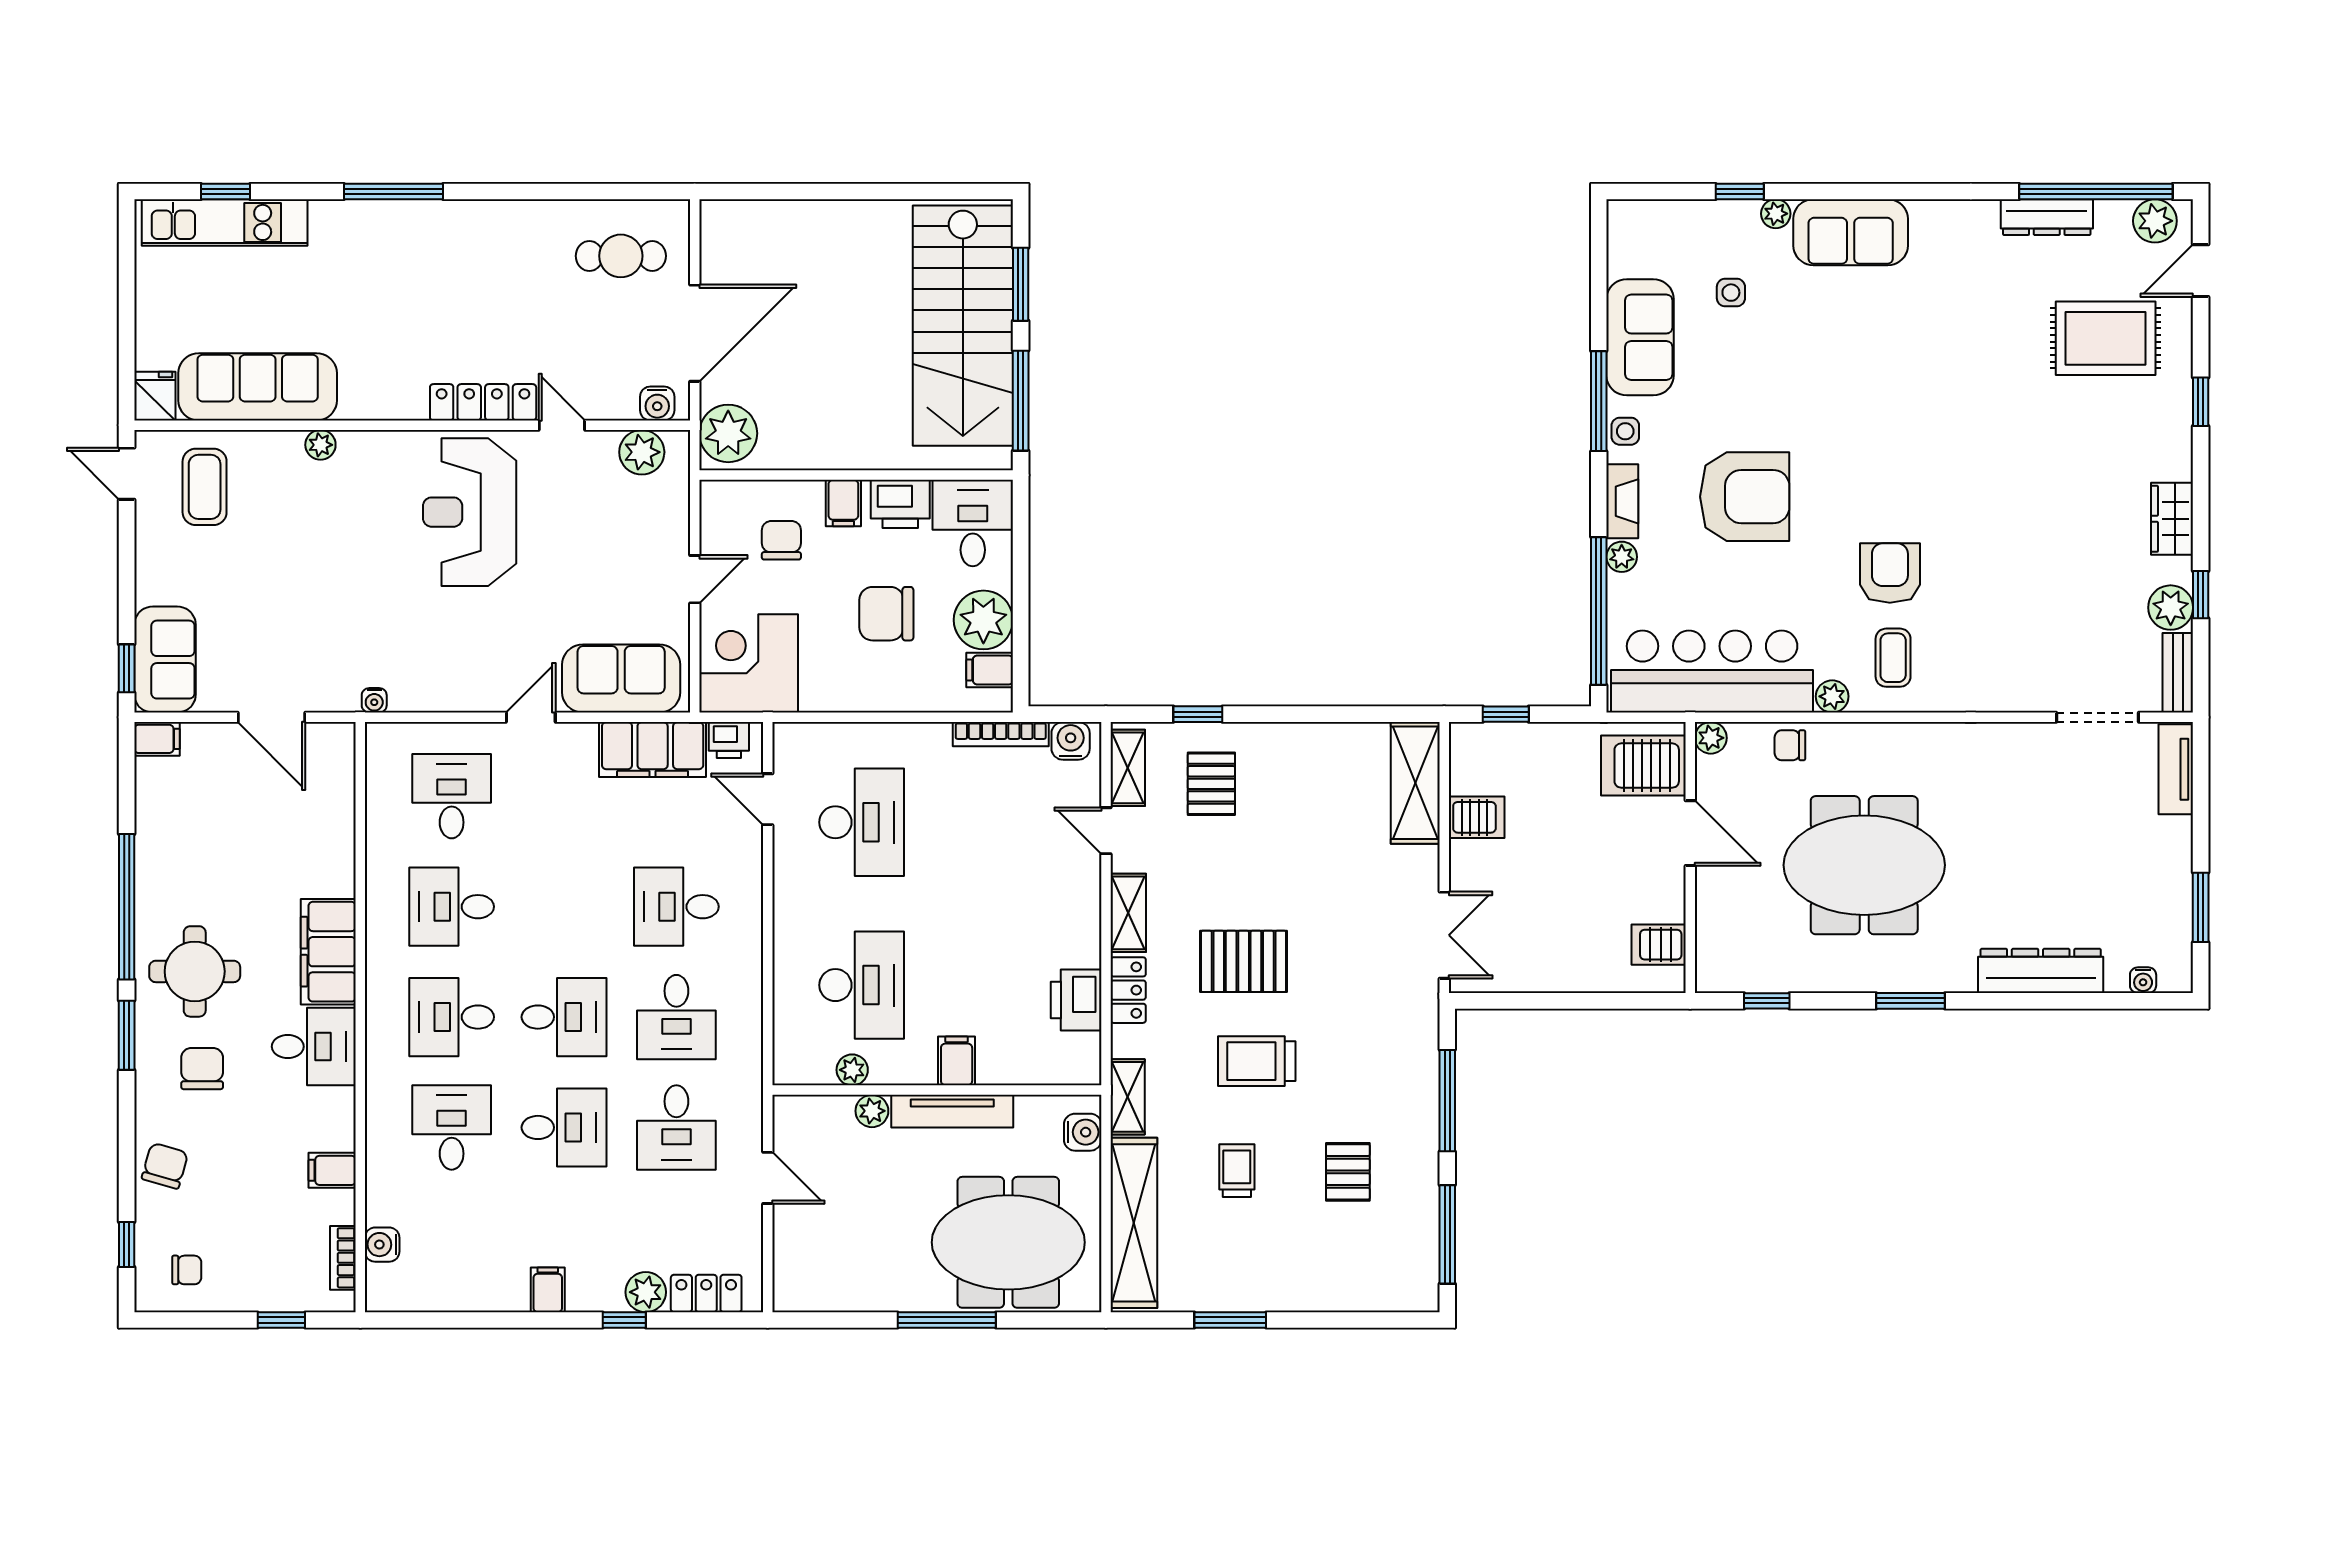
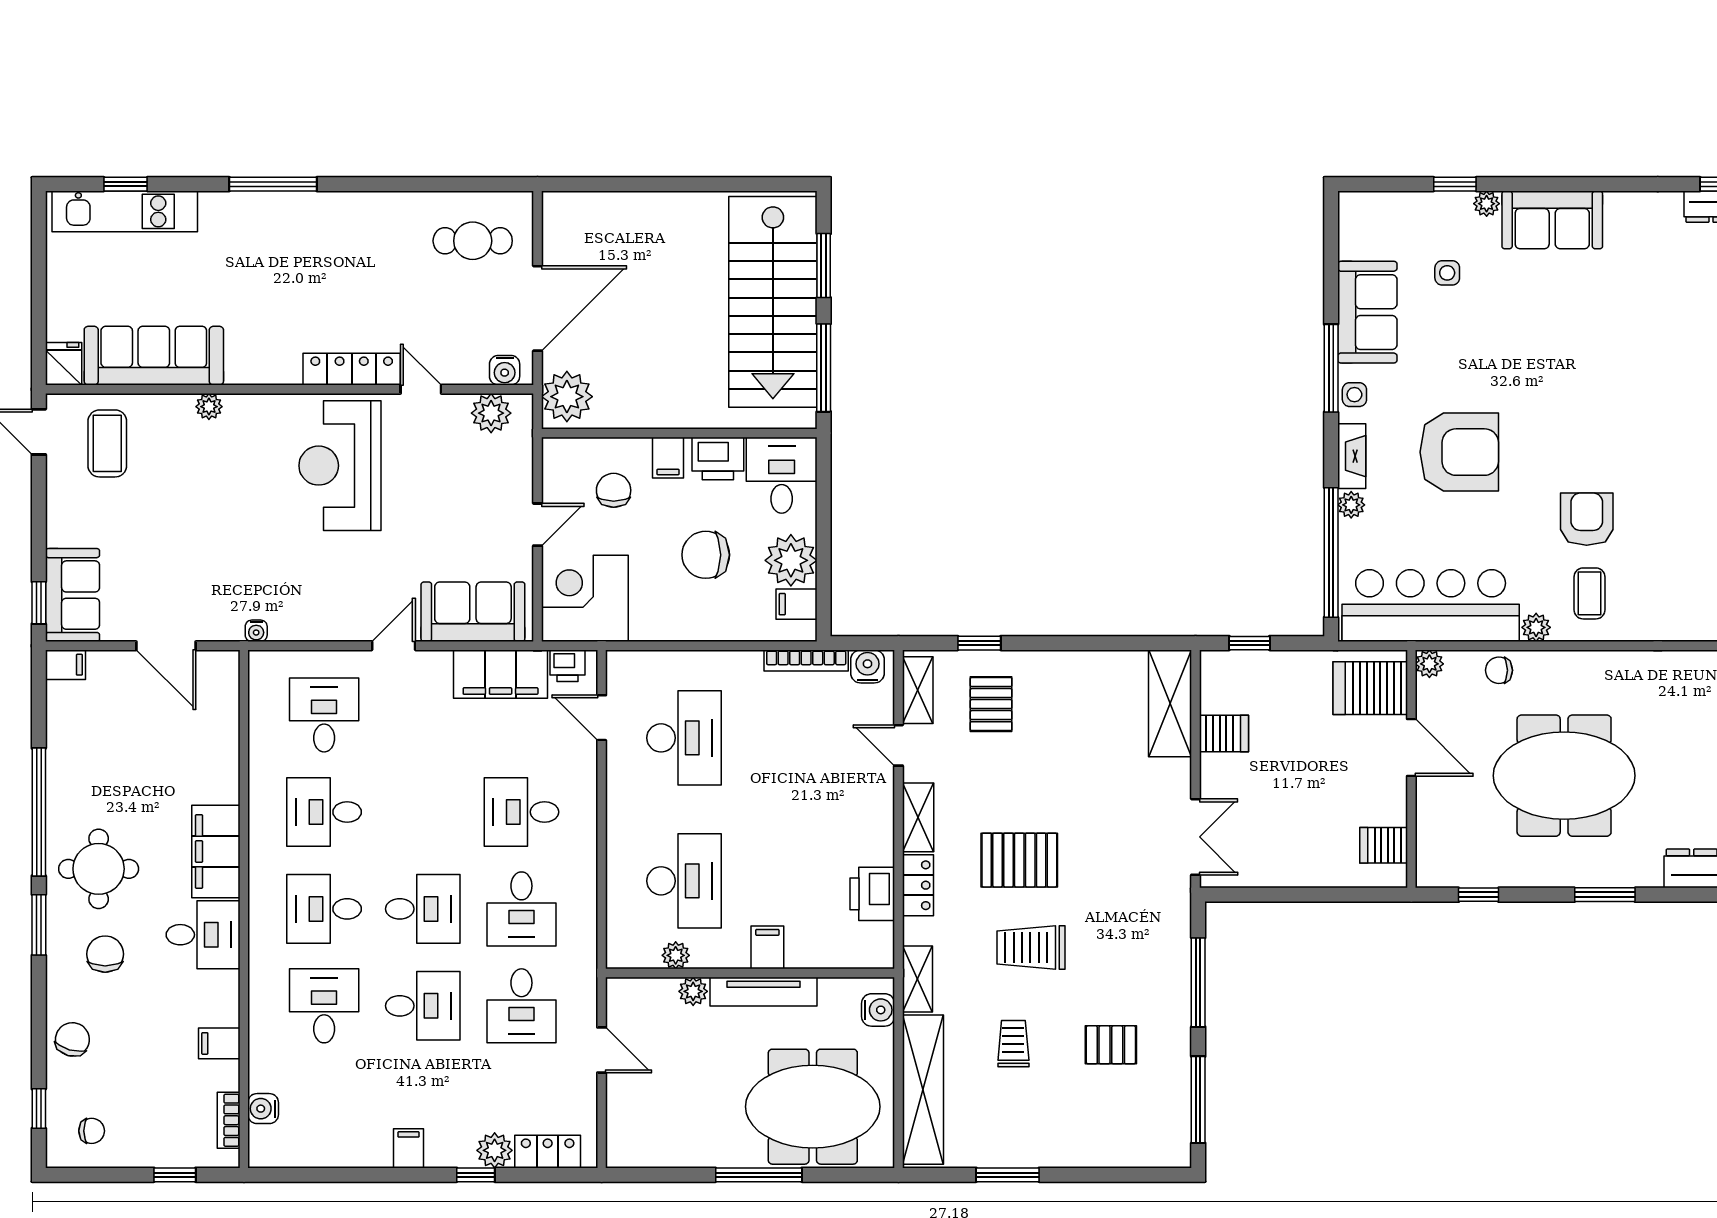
pallet: (1348, 1172) -> (1111, 1045), turned 90

